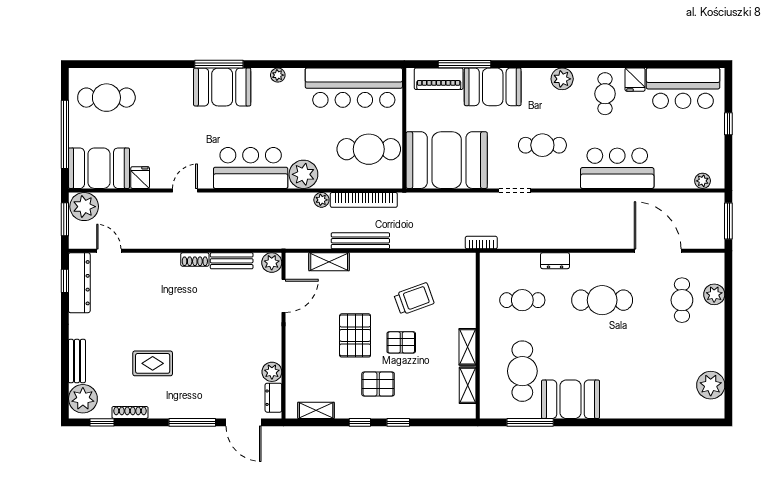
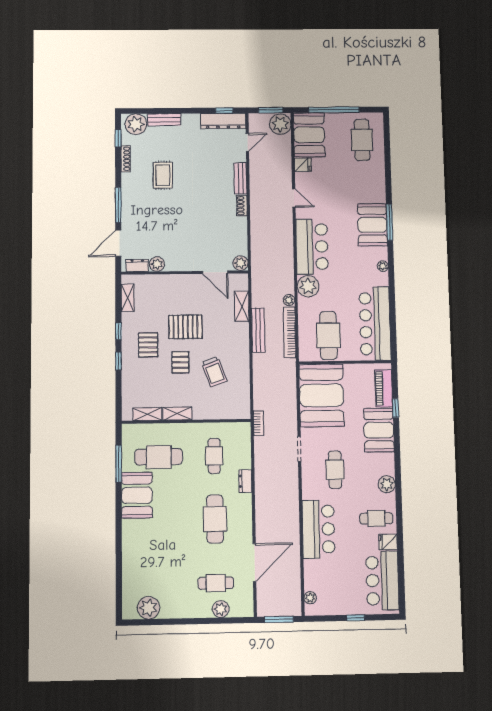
window: (465, 64) -> (396, 408), width x0.46
bench: (232, 261) -> (240, 179), moved

